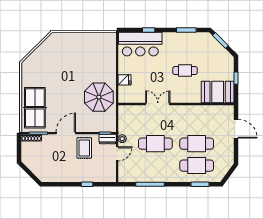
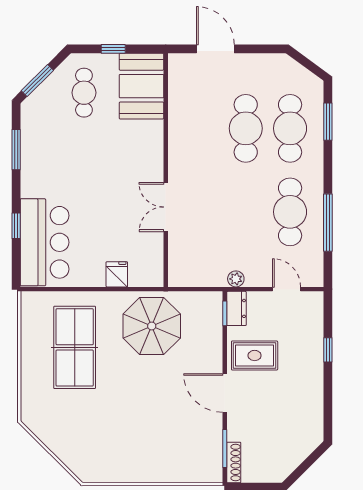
cafe table: (185, 71) -> (84, 93), moved
table tennis table: (35, 108) -> (75, 347), moved, turned 90
door: (236, 129) -> (215, 49), hinge flipped
cafe table: (155, 144) -> (290, 212), moved
door: (117, 154) -> (287, 289), moved

